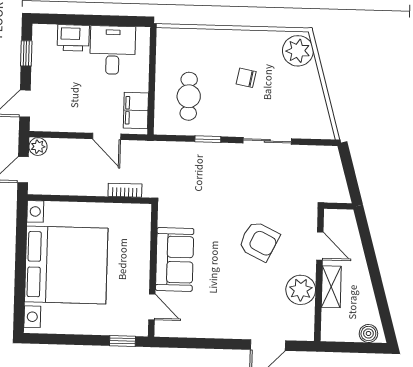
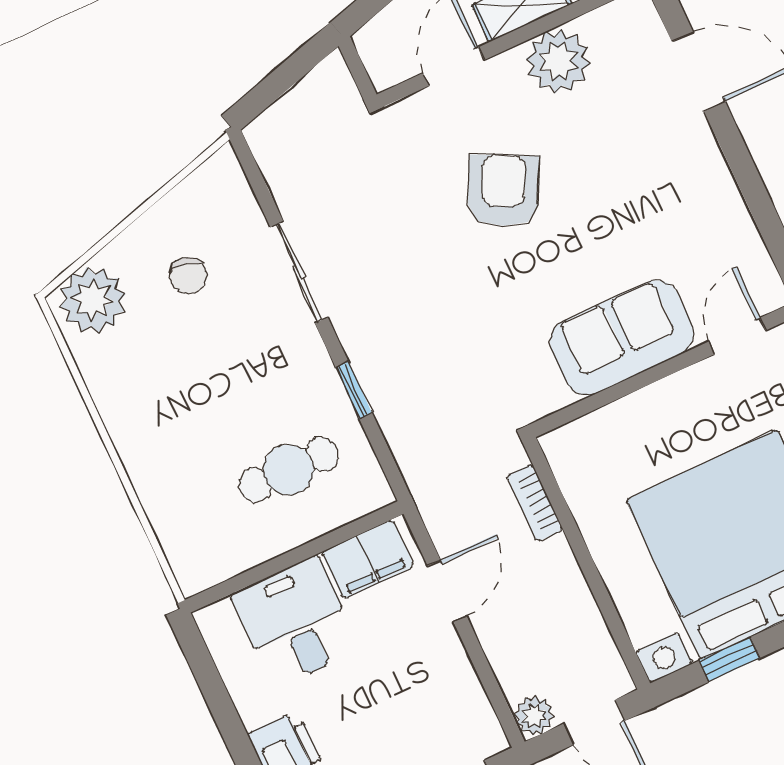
desk: (113, 50) -> (296, 622), moved, turned 90
chair: (246, 78) -> (188, 276), moved
window: (21, 238) -> (729, 659), added

